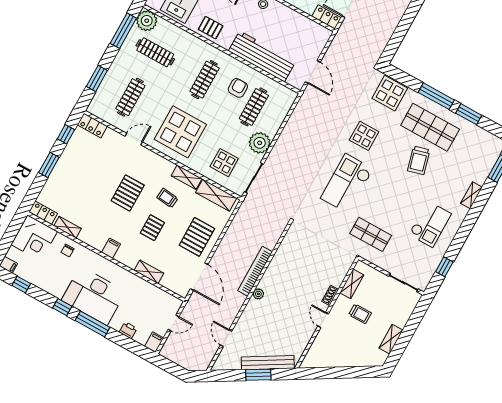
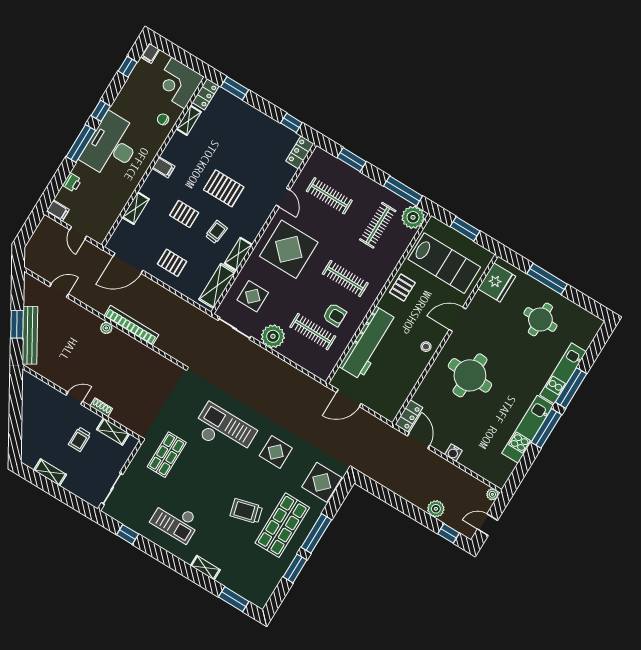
window: (49, 165) -> (235, 88), moved
pallet: (197, 237) -> (172, 263), width x0.67, depth x0.71

